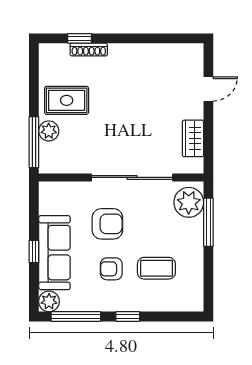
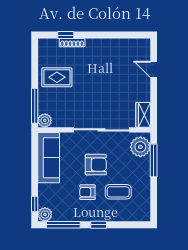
door: (208, 89) -> (154, 69), swing flipped
plant: (49, 131) -> (45, 120), moved
wardrobe: (193, 138) -> (143, 115), moved
armchair: (107, 224) -> (96, 165), moved
window: (34, 252) -> (35, 204), moved
sofa: (54, 253) -> (49, 158), moved

